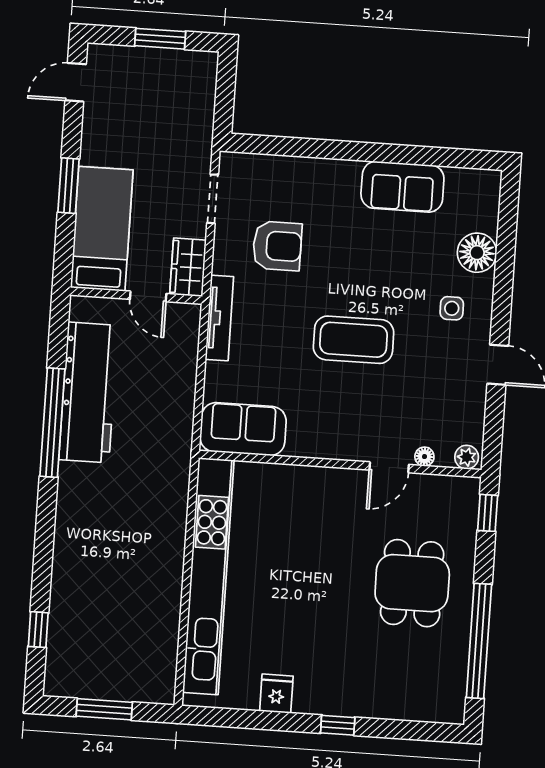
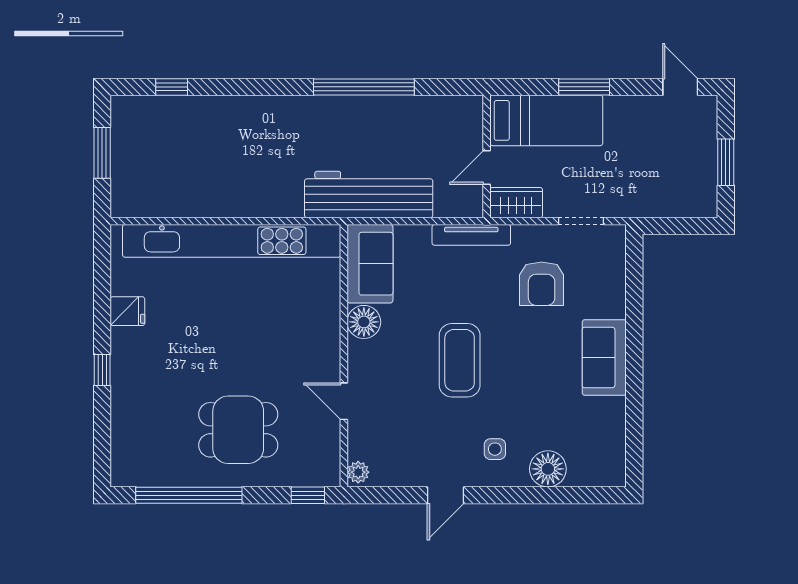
sofa: (402, 187) -> (604, 358), moved
workbench: (88, 392) -> (369, 194), moved, turned 180
floor lamp: (424, 457) -> (364, 322), moved, width x1.89, depth x1.89

